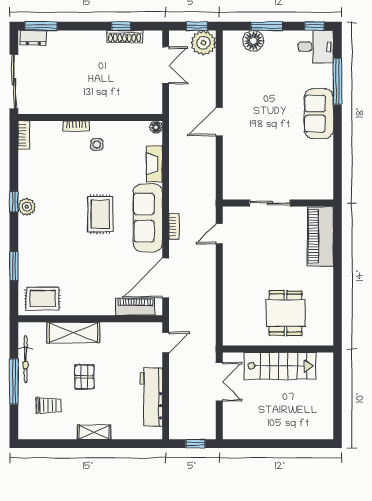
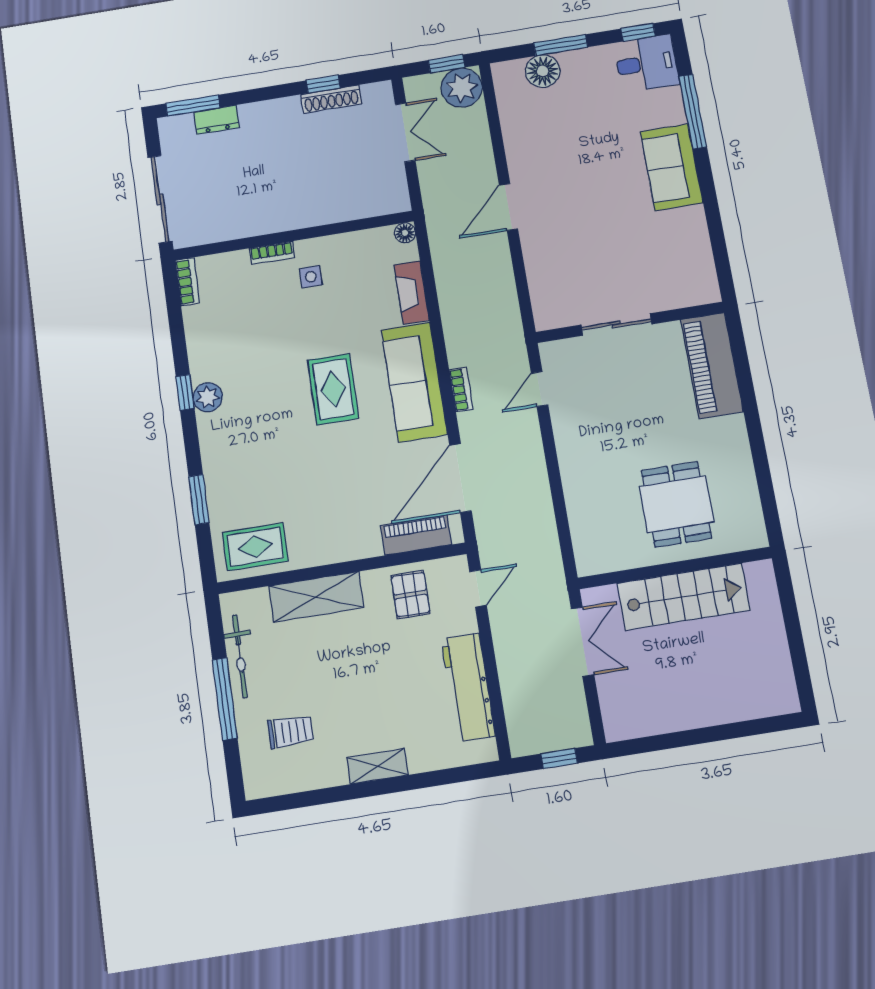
dresser: (33, 38) -> (217, 120), moved
pallet: (84, 377) -> (411, 595), moved

